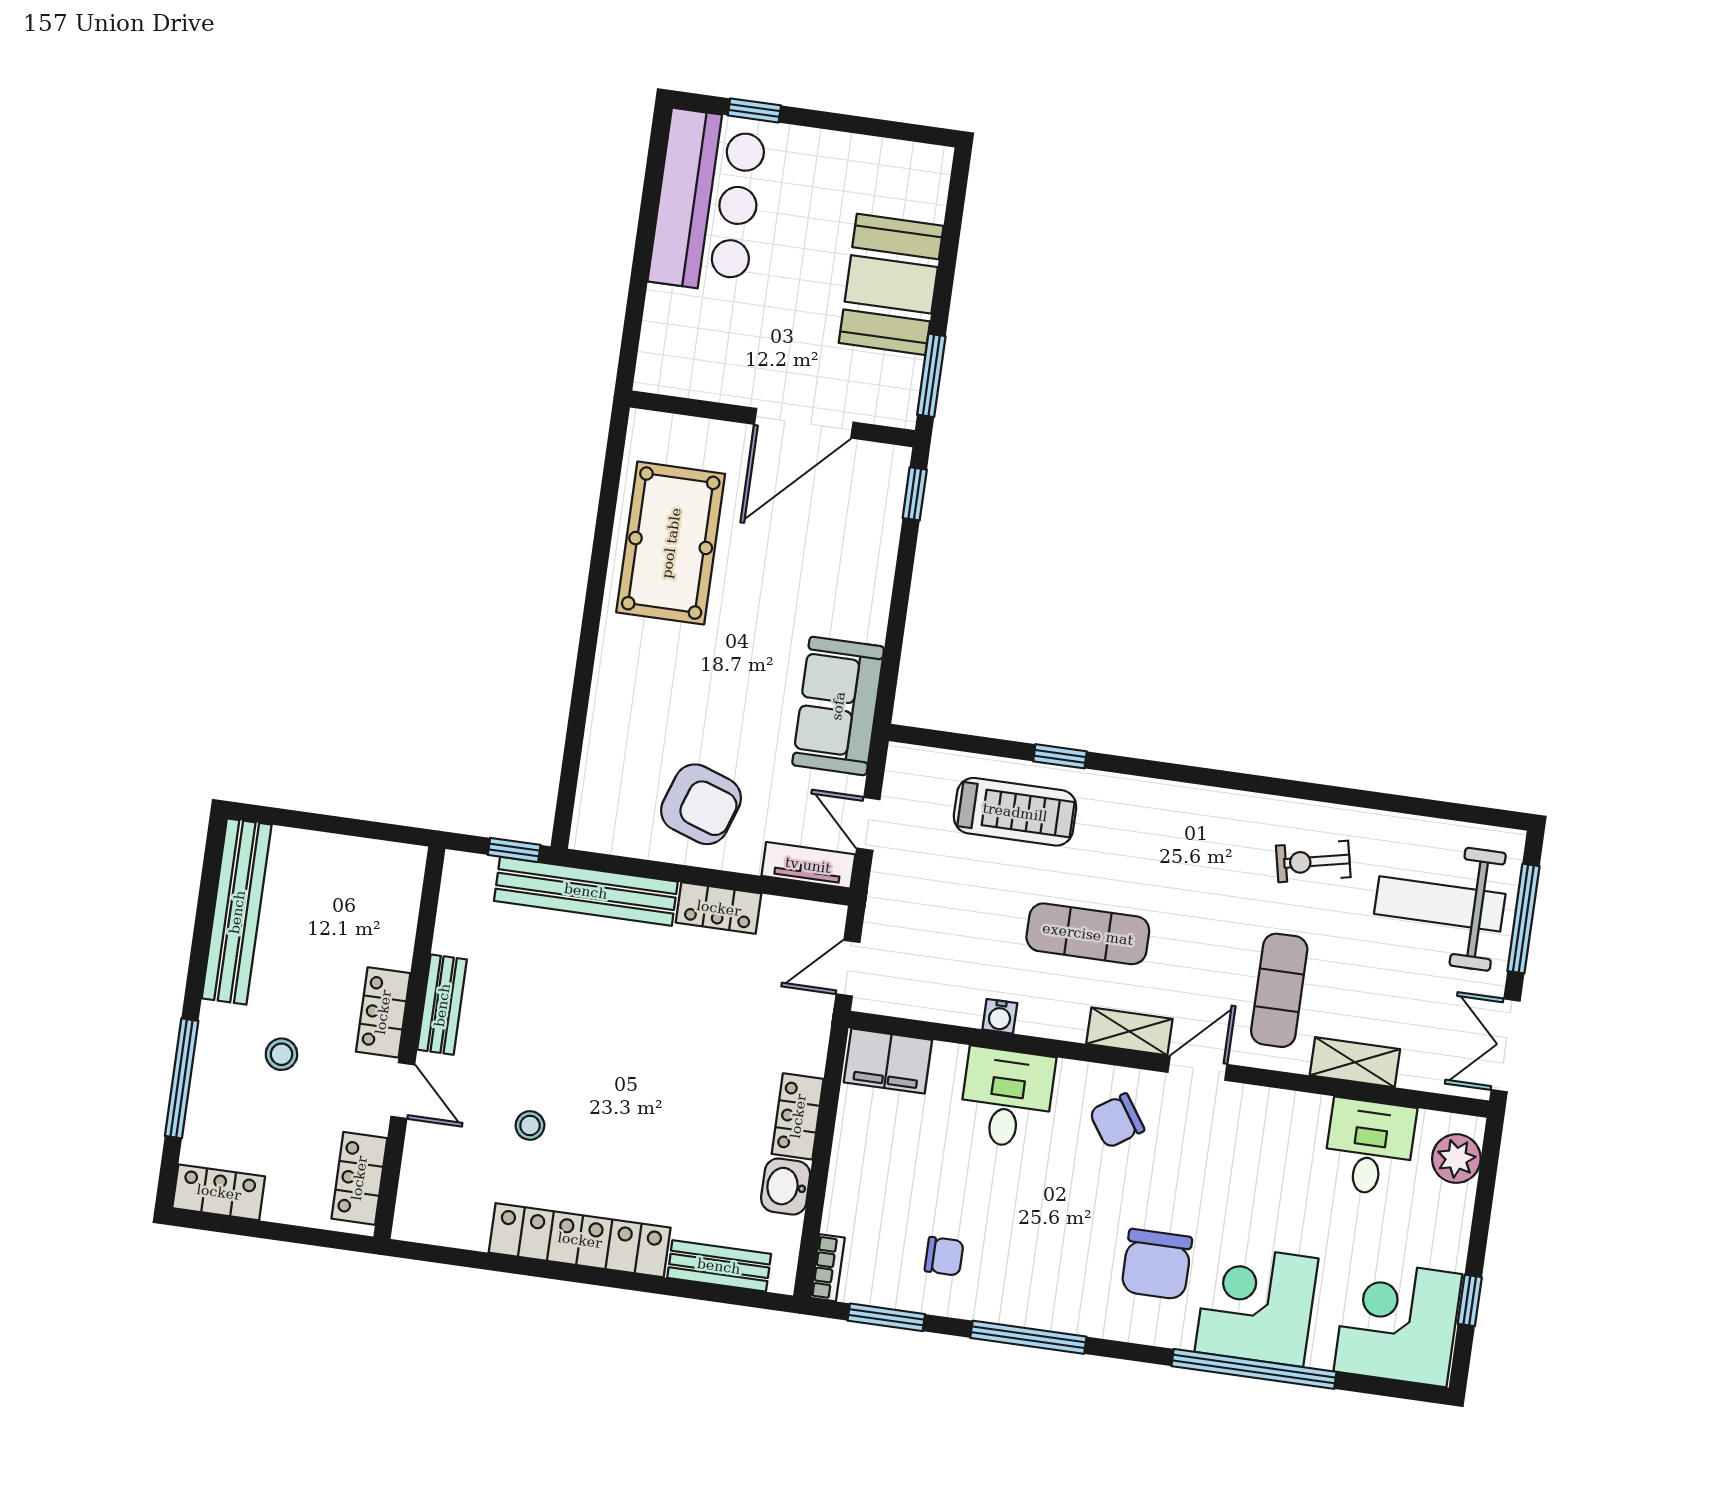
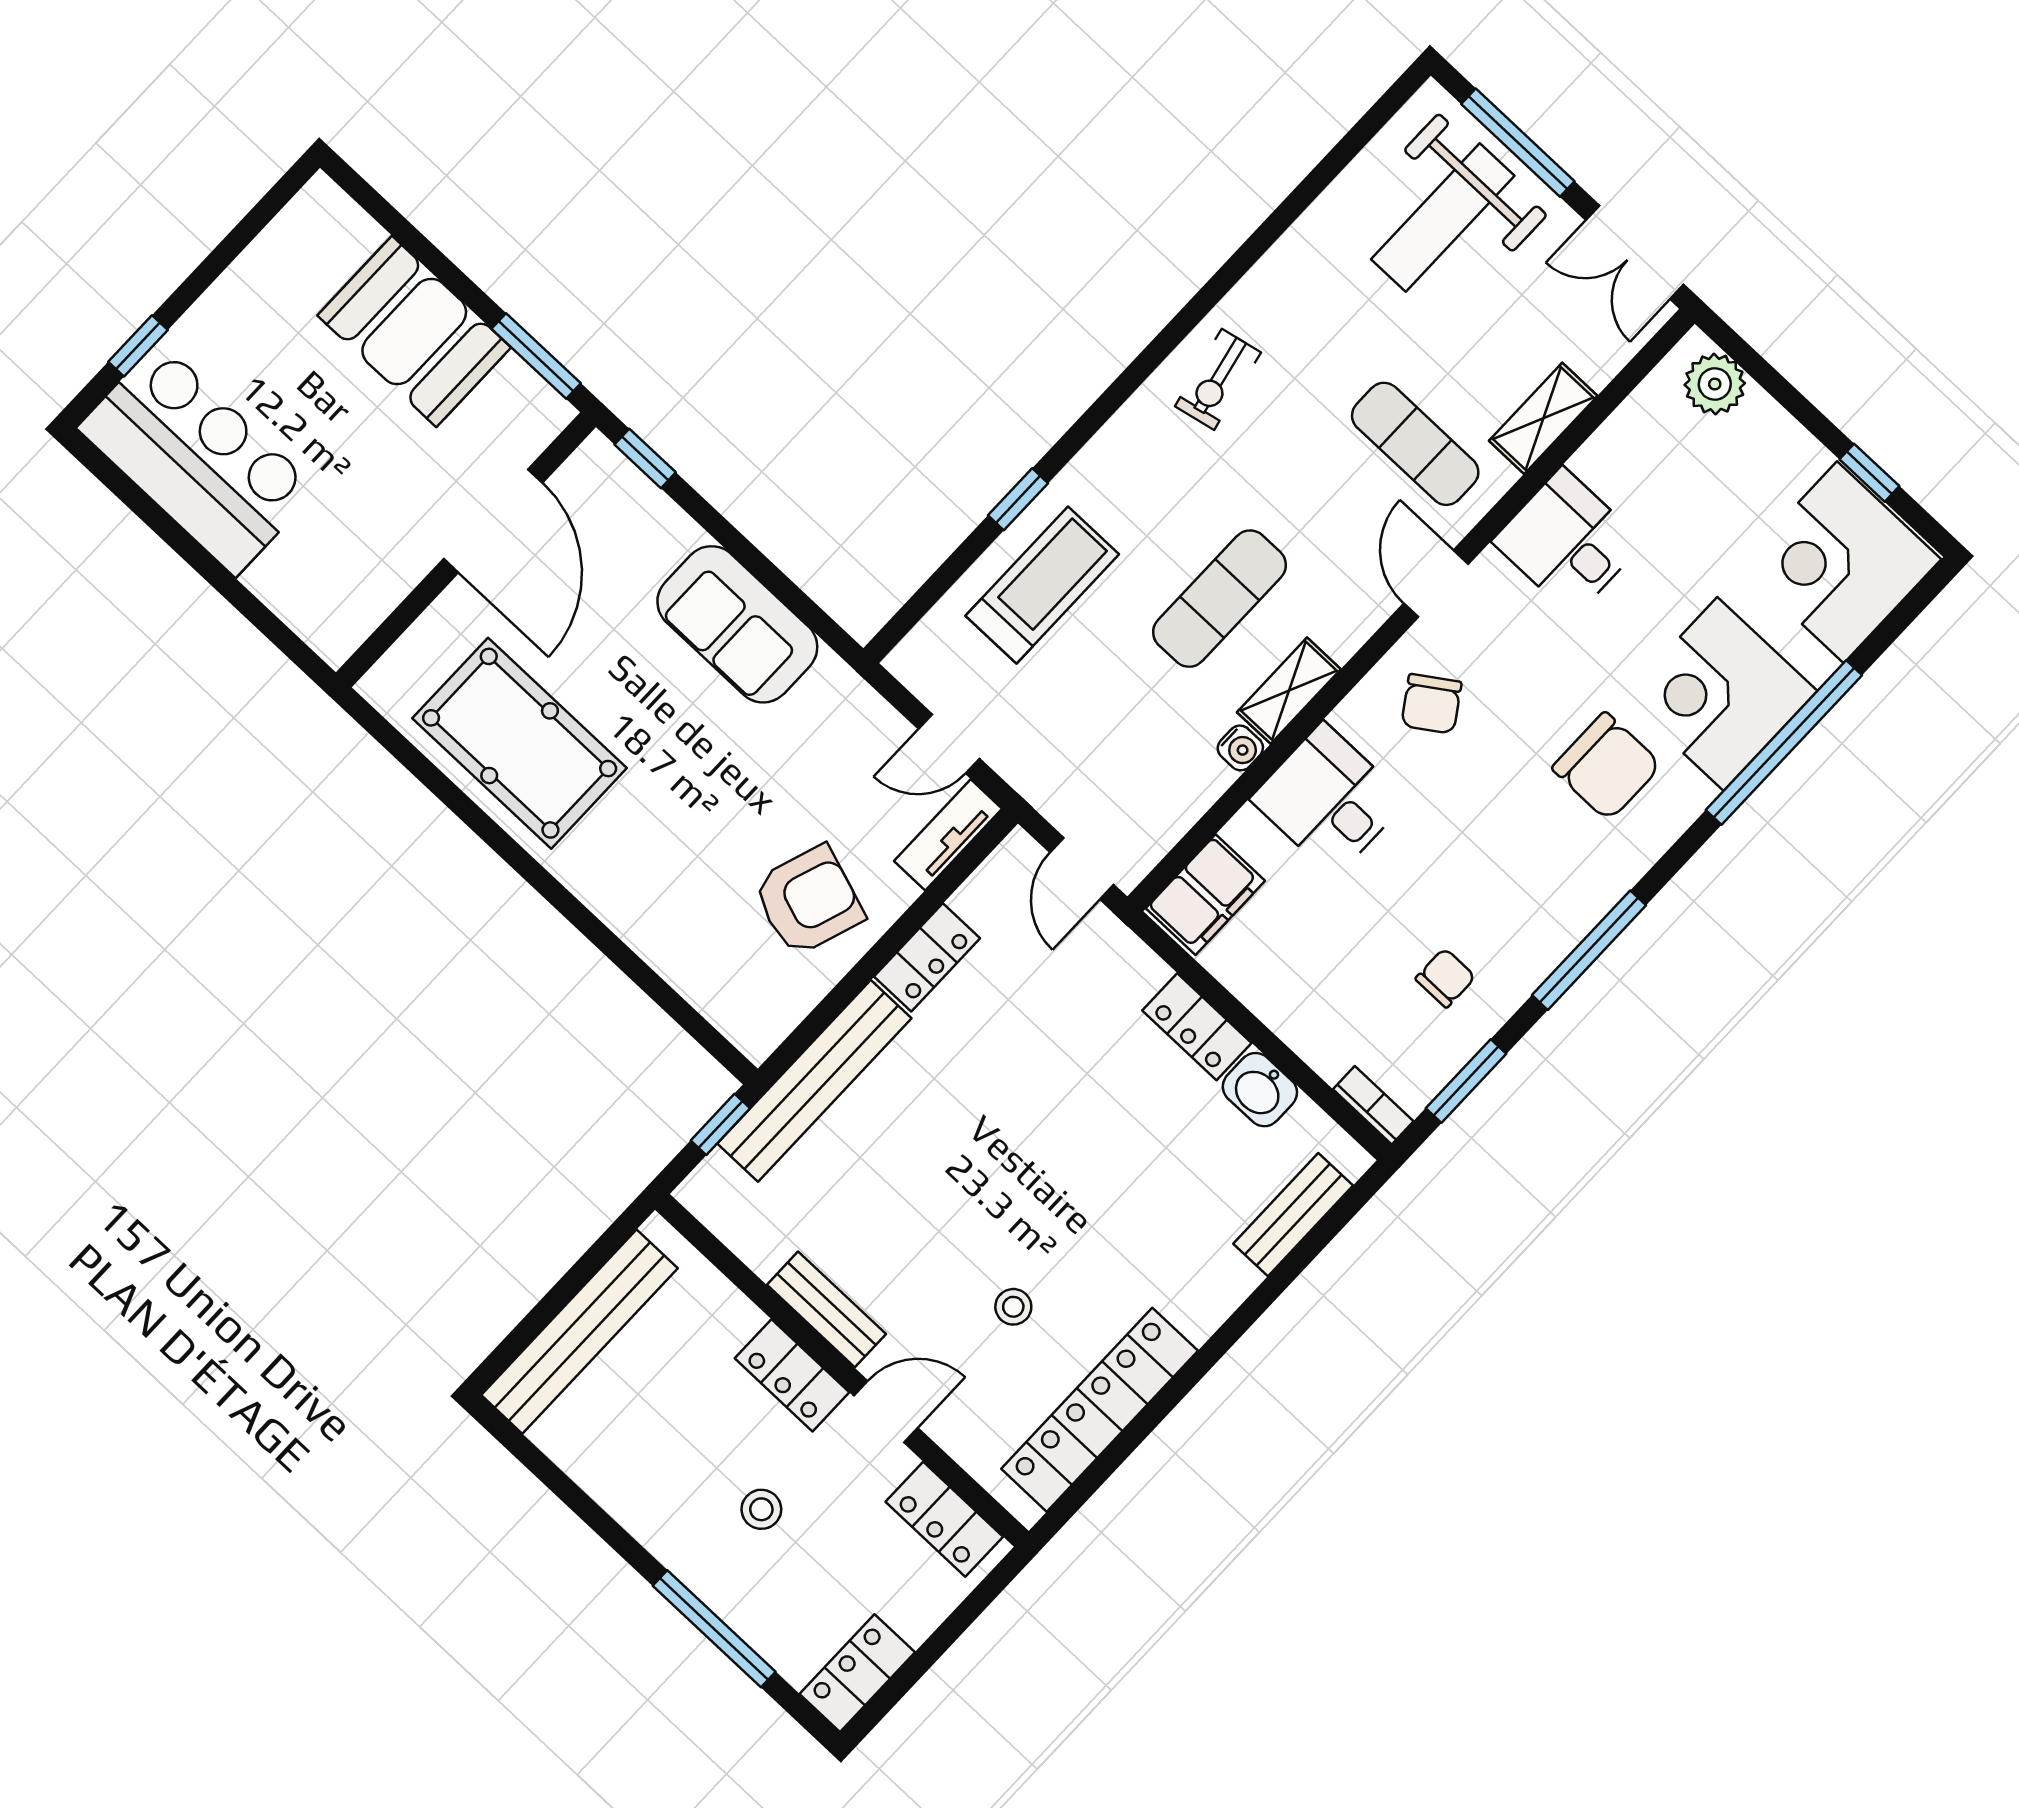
sofa: (838, 706) -> (737, 624), moved
exercise bike: (1313, 861) -> (1218, 379), moved
bench: (237, 912) -> (579, 1332), moved, turned 90
shelving: (1129, 1031) -> (1289, 691), moved
desk: (1369, 1147) -> (1568, 542), moved
locker: (580, 1240) -> (1100, 1410), moved

